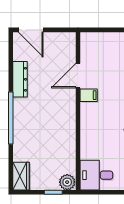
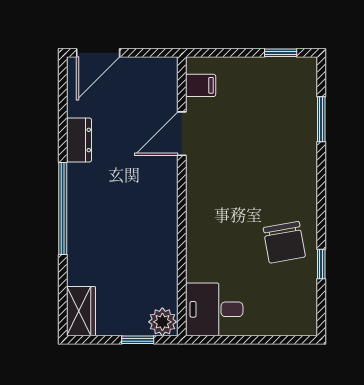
door: (31, 30) -> (98, 53), hinge flipped
dresser: (20, 79) -> (79, 140), width x0.70
filing cabinet: (89, 95) -> (201, 85), moved

